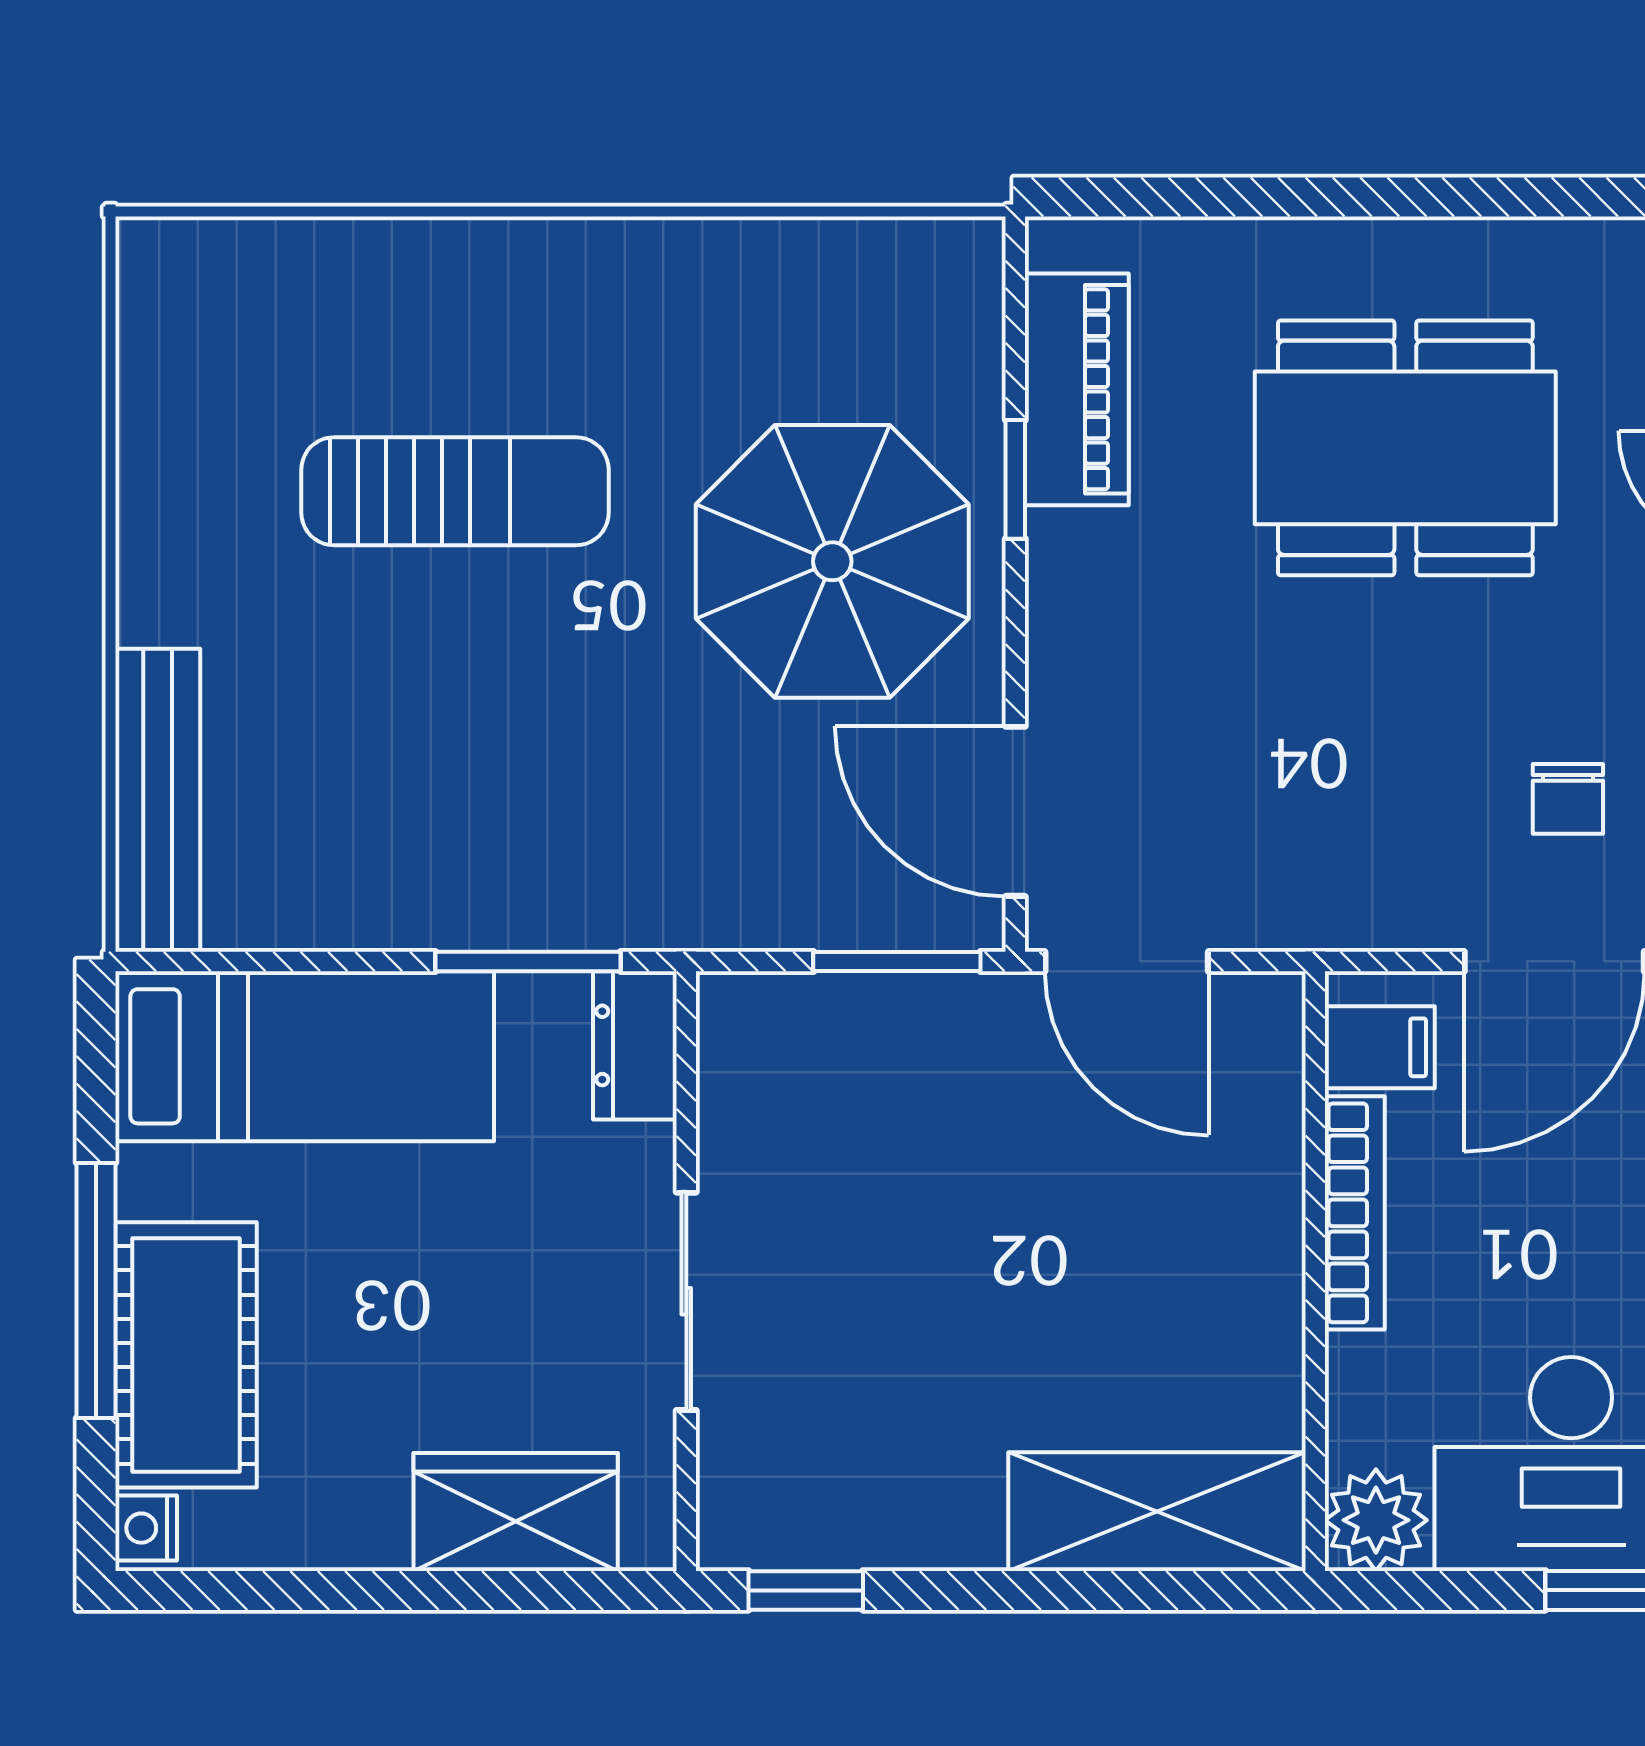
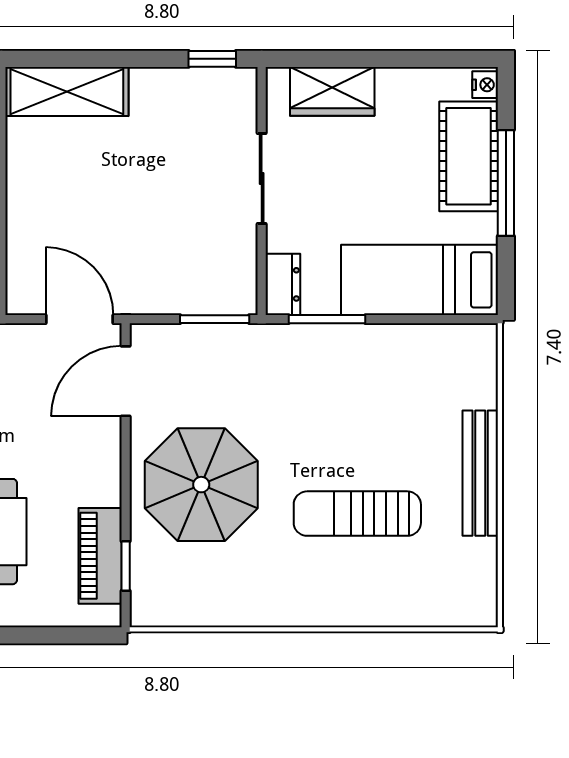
window: (1015, 479) -> (126, 566), moved
bench: (158, 800) -> (480, 473), moved
door: (1015, 811) -> (126, 381), swing flipped
window: (897, 961) -> (215, 319), moved

